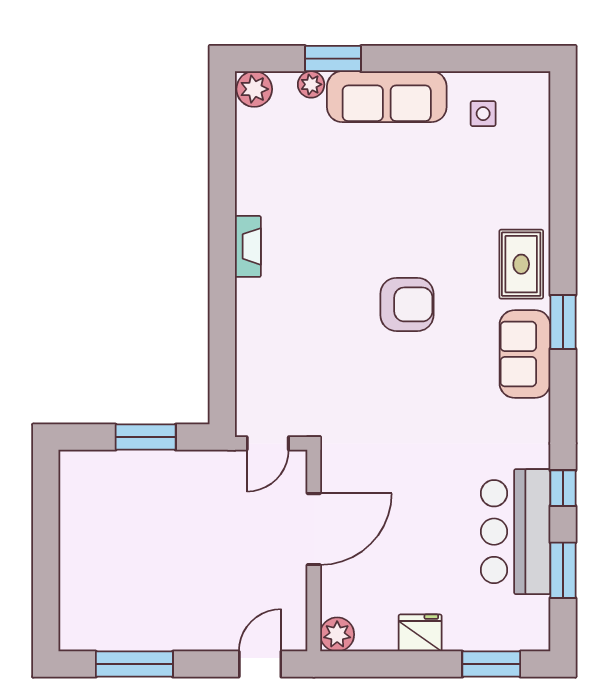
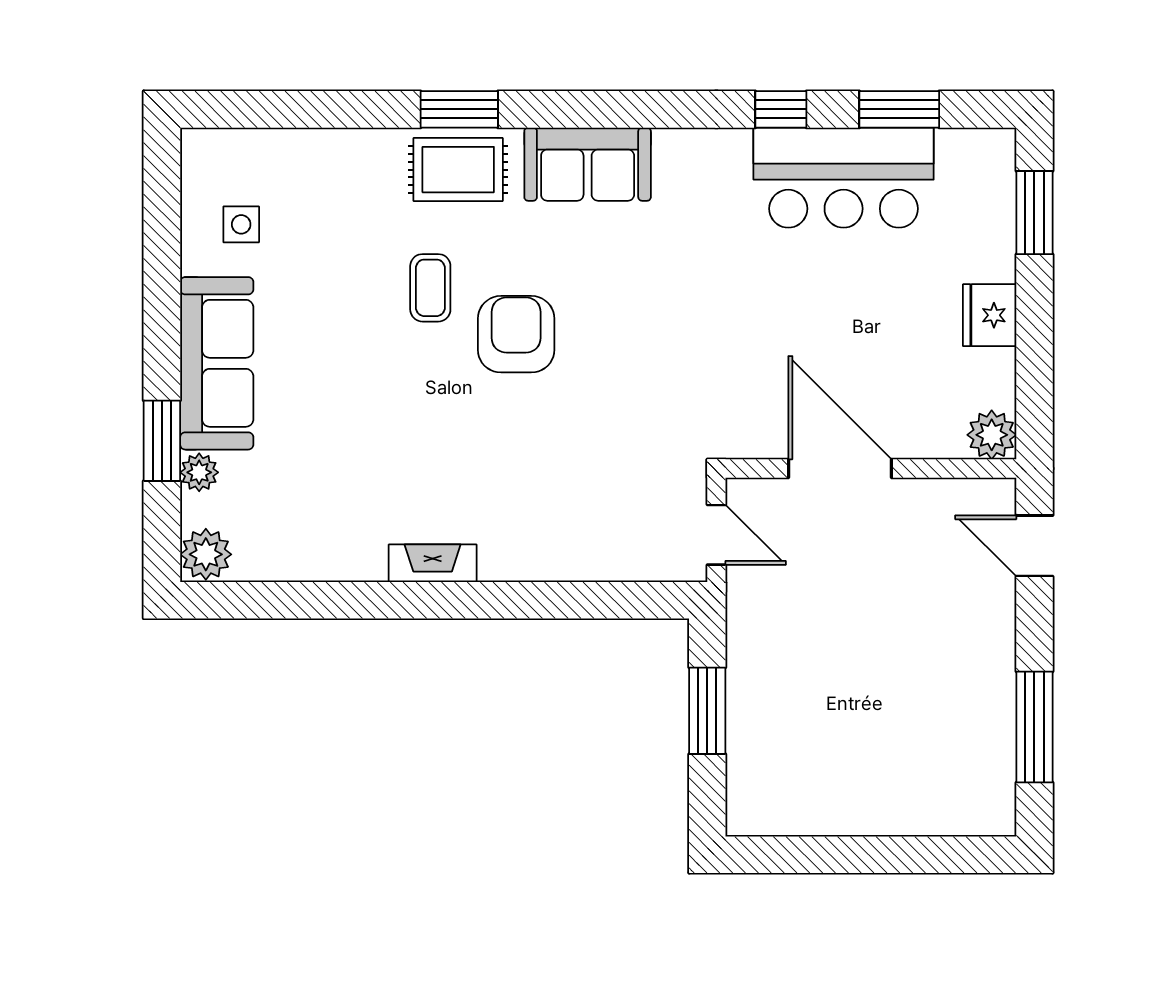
coffee table: (439, 245) -> (430, 288), added
window: (563, 322) -> (459, 109), moved

